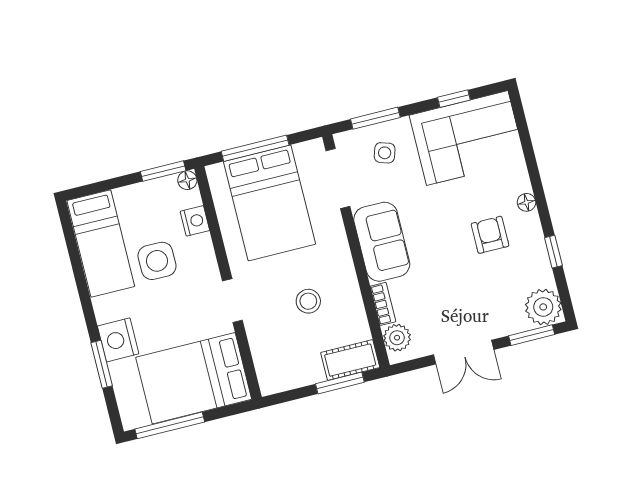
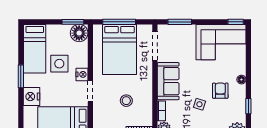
window: (454, 99) -> (236, 22), moved
side table: (385, 153) -> (199, 104), moved
floor lamp: (187, 180) -> (79, 33), width x1.89, depth x1.89
nightstand: (195, 221) -> (82, 74), moved
window: (102, 364) -> (21, 76), moved

